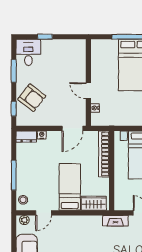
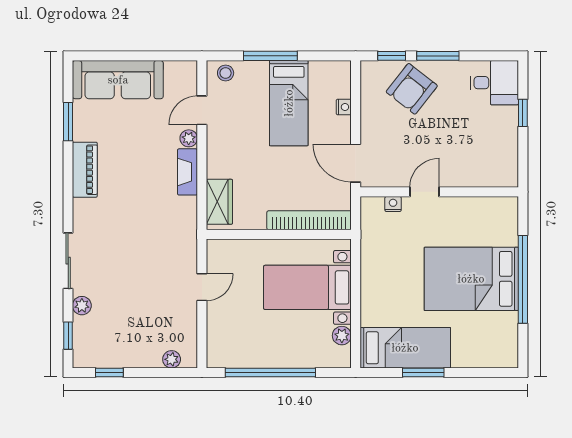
window: (14, 71) -> (438, 56), moved
dresser: (26, 137) -> (341, 79), removed
bed: (70, 187) -> (289, 103), moved, turned 90
door: (44, 213) -> (202, 110), hinge flipped
plant: (24, 220) -> (189, 138), moved
fireplace: (115, 221) -> (187, 172), moved

